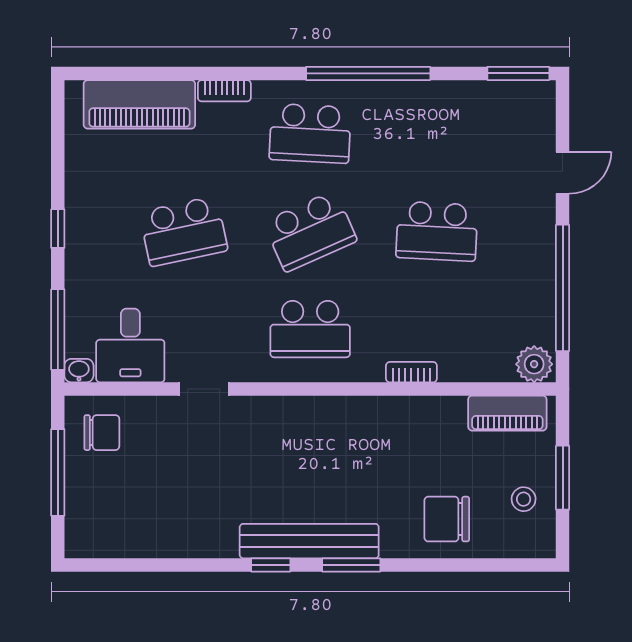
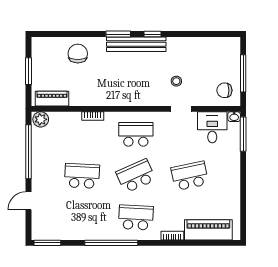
window: (58, 229) -> (243, 177), removed
stool: (524, 499) -> (176, 81), moved
chair: (447, 519) -> (78, 54), turned -90

